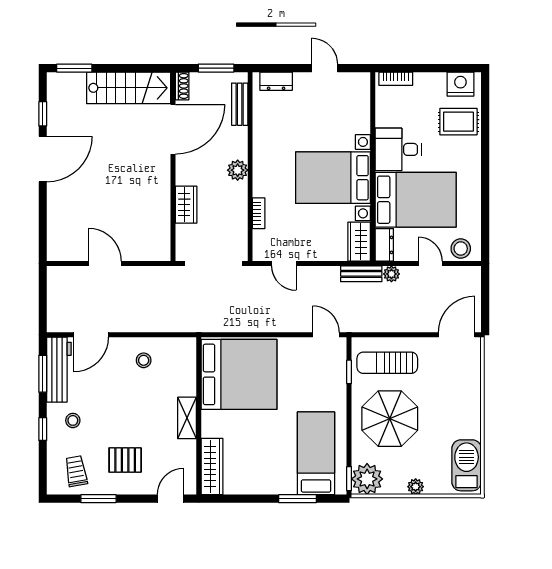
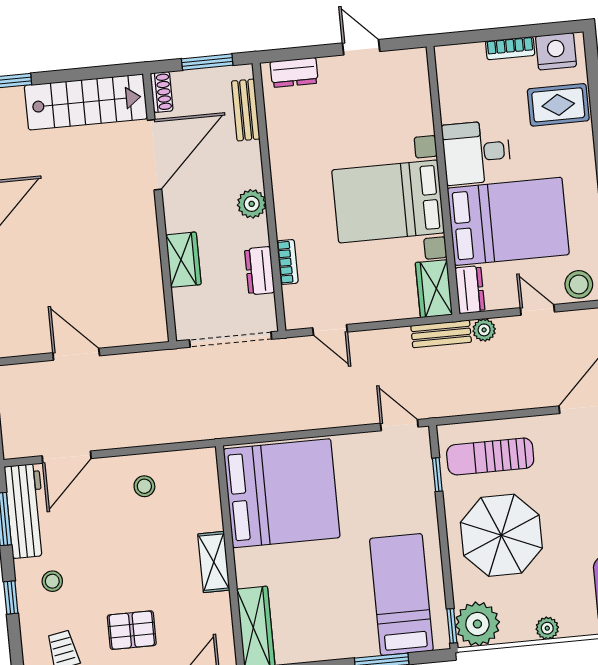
bookcase: (396, 79) -> (510, 48), moved
dresser: (239, 217) -> (260, 271), added

